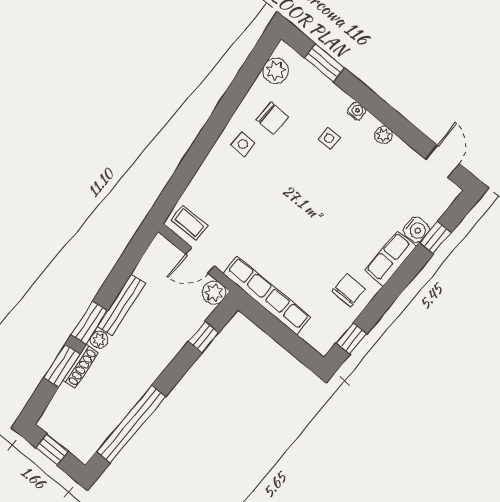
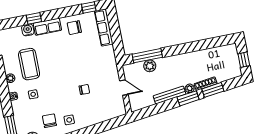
chair: (257, 209) -> (84, 89), added
coffee table: (190, 223) -> (29, 64), moved, width x1.86, depth x1.72
window: (436, 238) -> (34, 18), moved
plant: (214, 293) -> (150, 66), moved
row of seats: (267, 295) -> (104, 27), moved, width x0.73
window: (203, 337) -> (147, 56), width x2.17
window: (131, 424) -> (204, 44), removed

